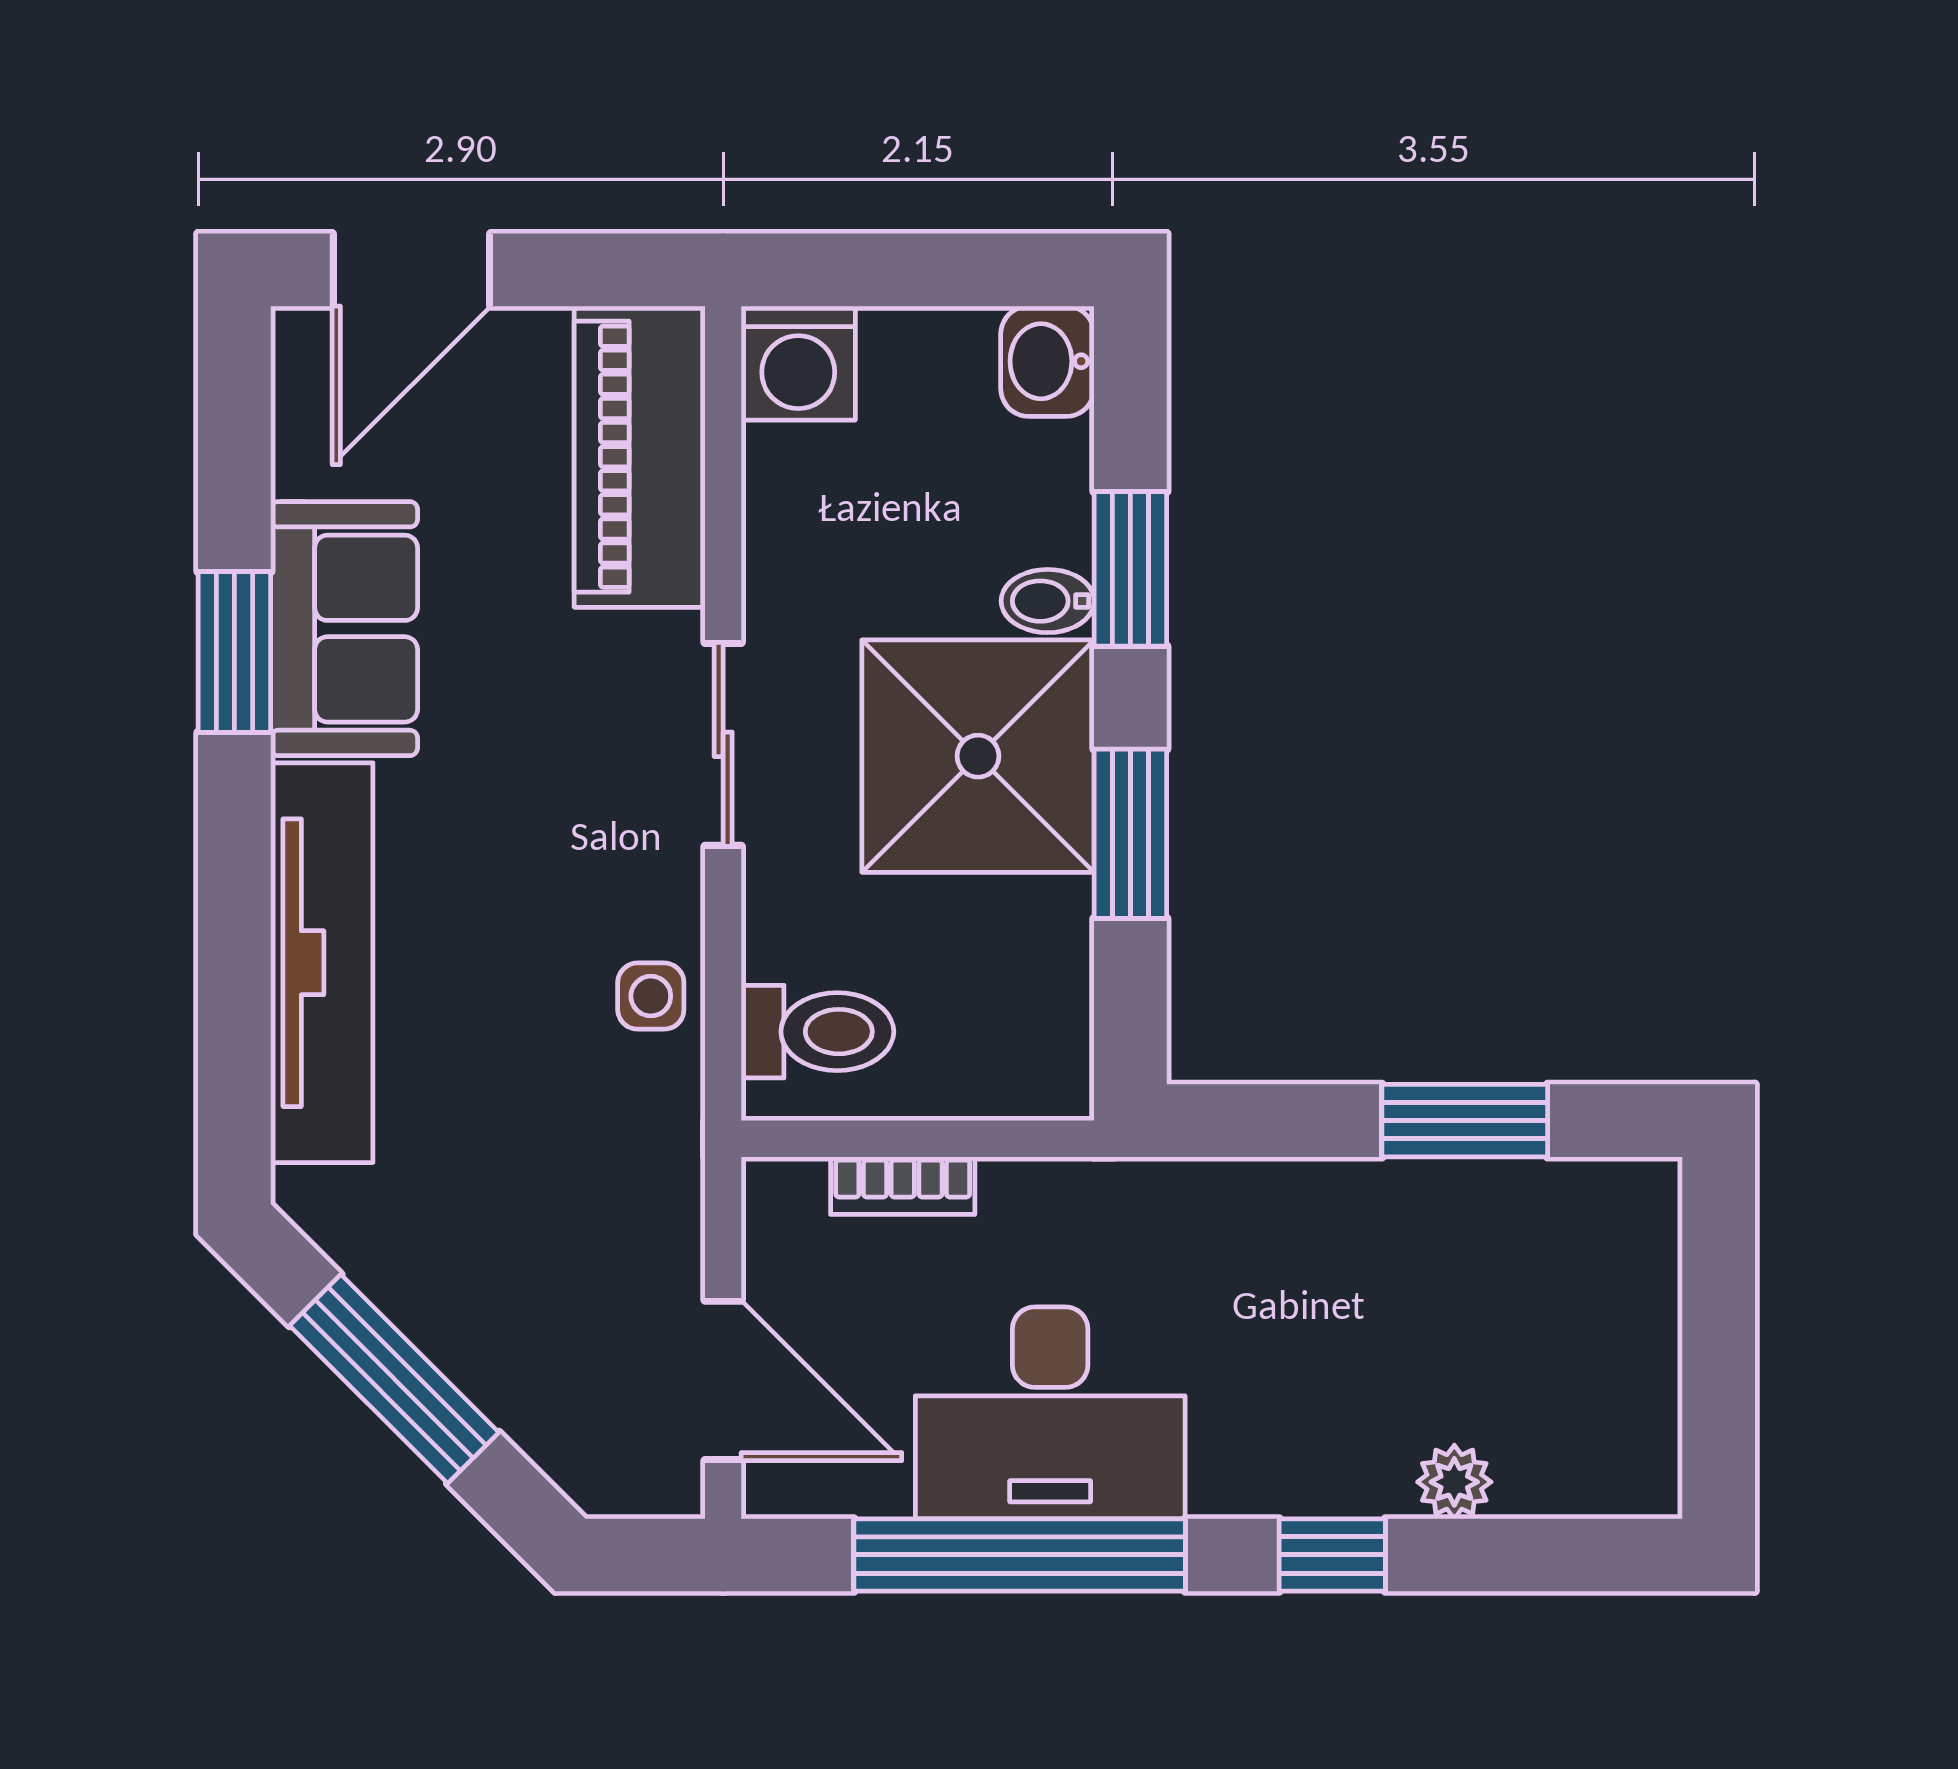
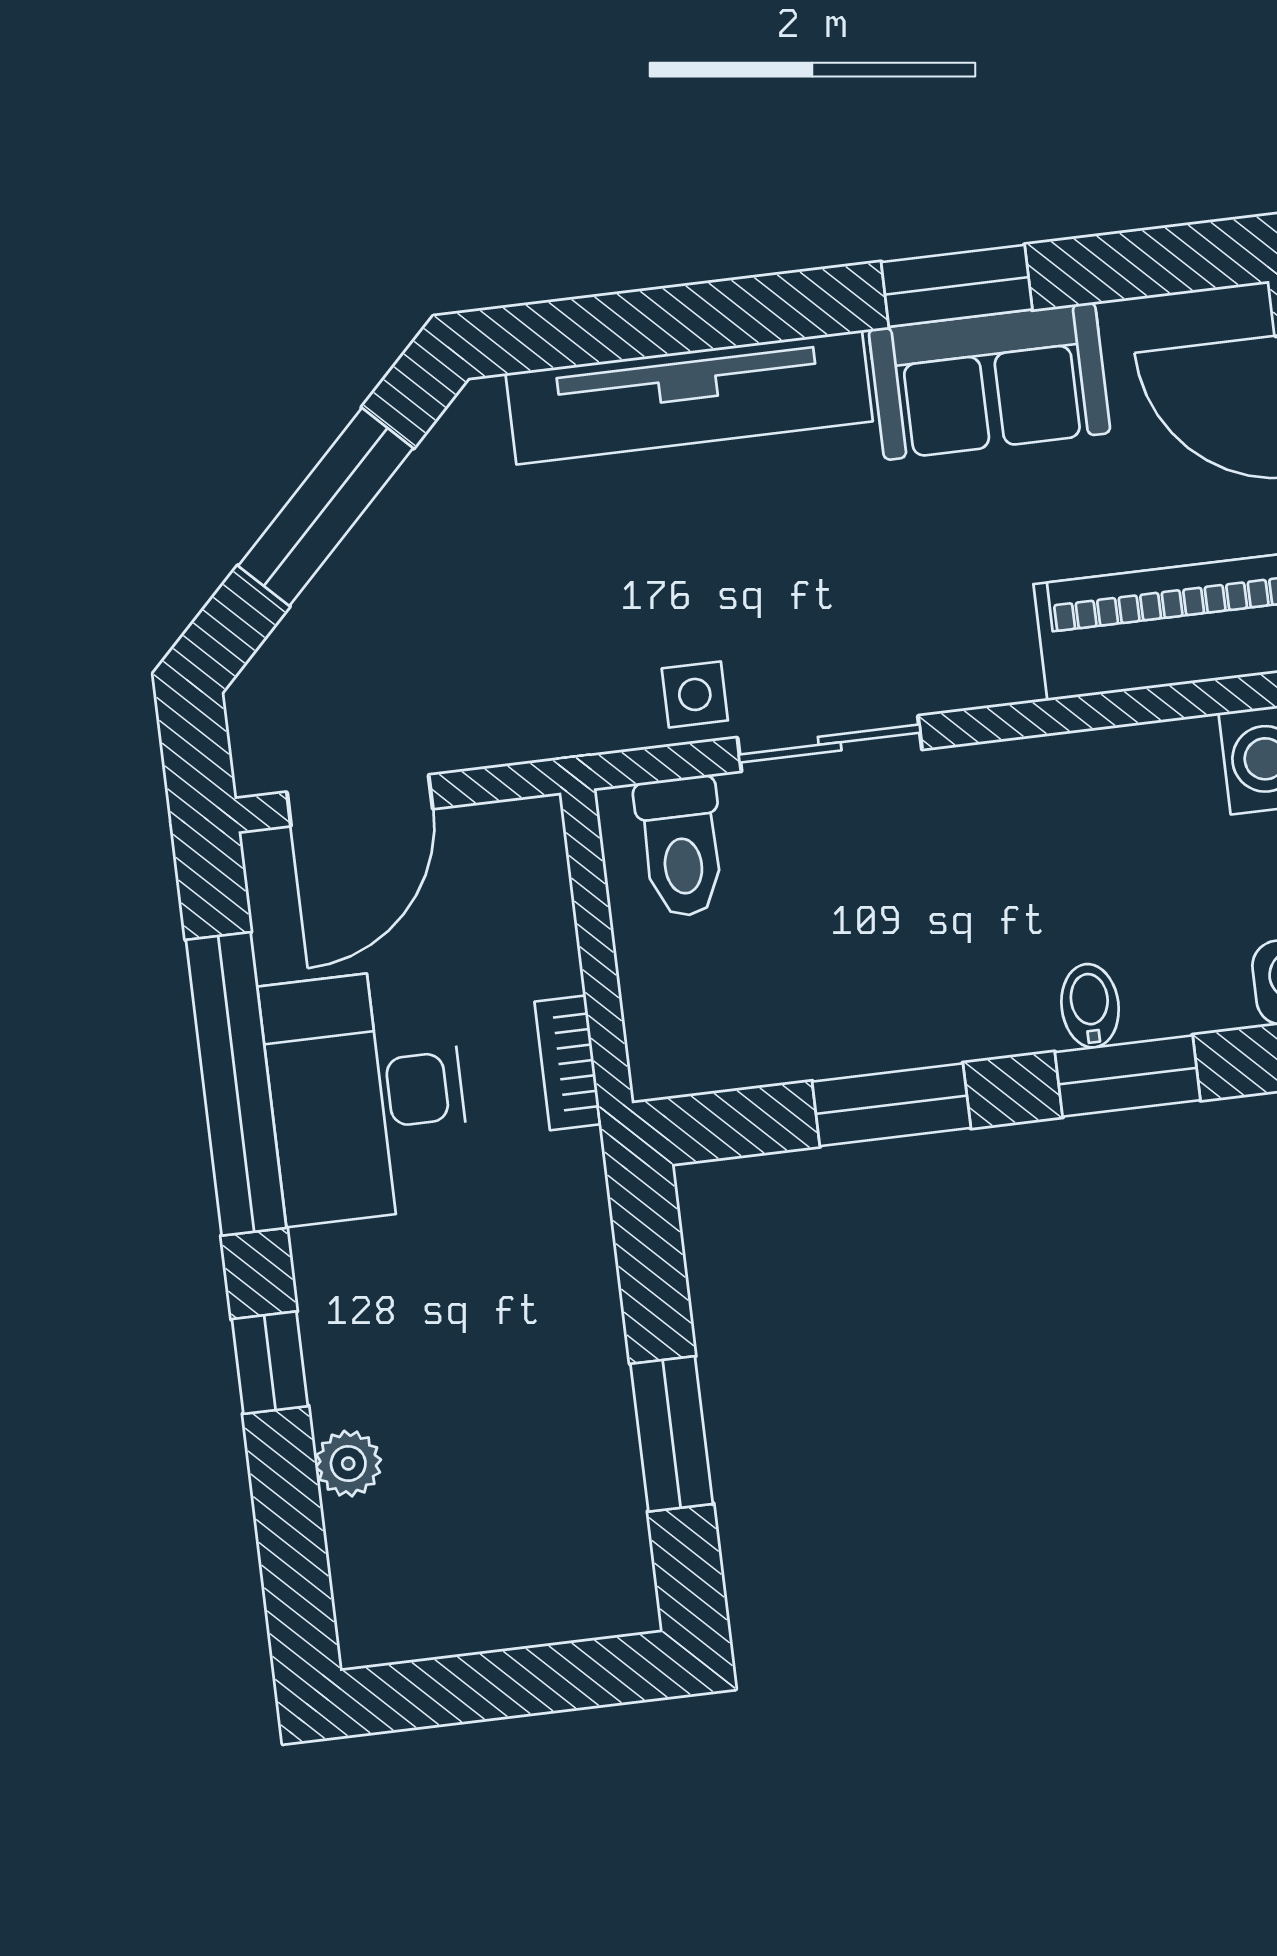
sliding door: (723, 744) -> (830, 744), moved
shower: (978, 756) -> (944, 960), removed
bookcase: (903, 1186) -> (568, 1063), moved

